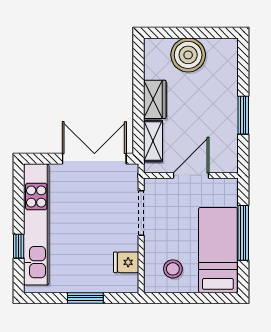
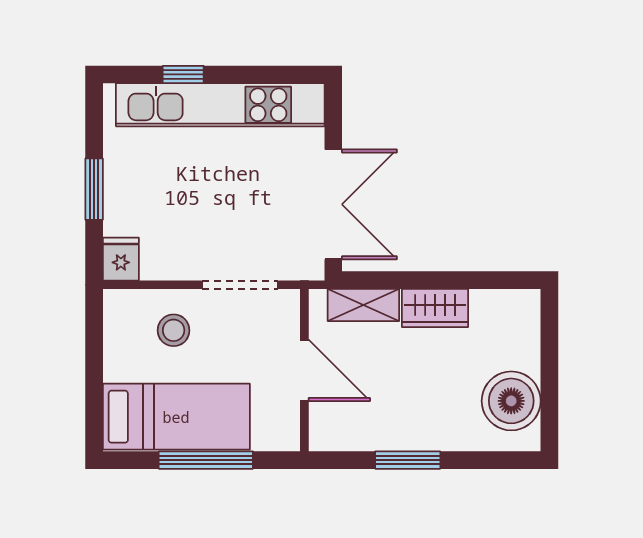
boiler: (188, 55) -> (511, 401), moved
fridge: (126, 262) -> (121, 259), moved
stool: (173, 269) -> (174, 330), moved

